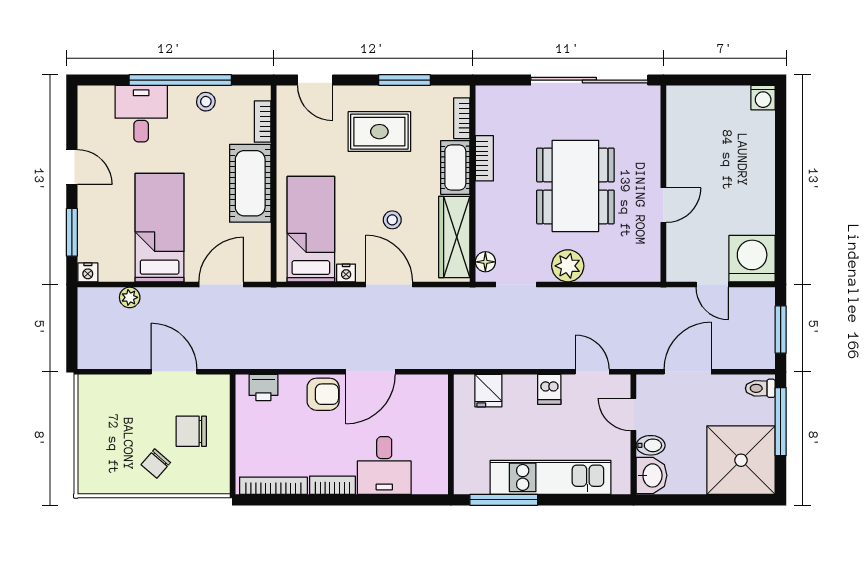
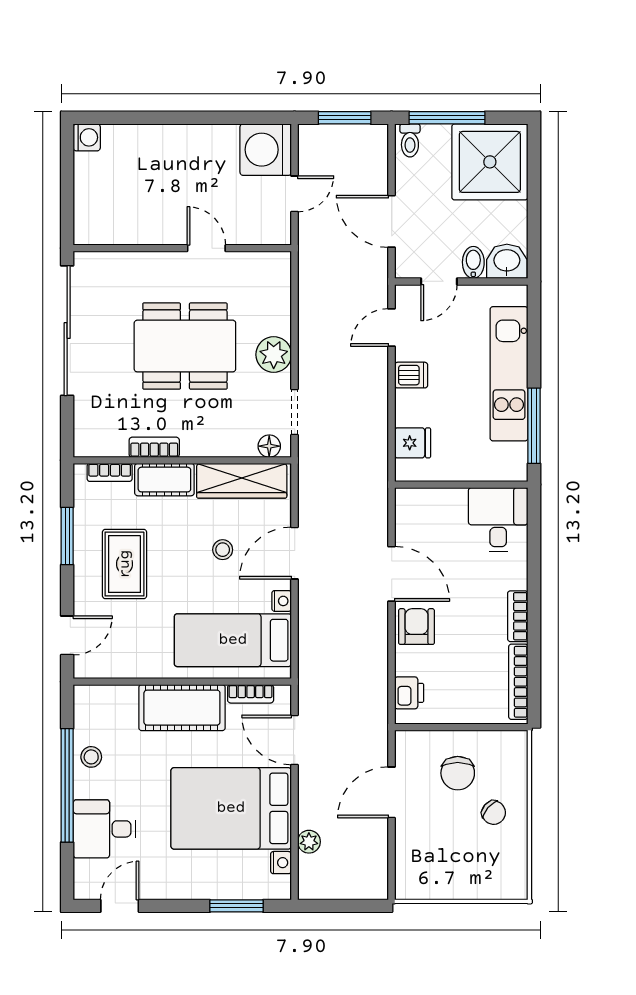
bookcase: (263, 122) -> (251, 694), moved
door: (72, 167) -> (120, 906), moved
bed: (160, 228) -> (231, 808), width x1.50
nightstand: (88, 272) -> (281, 863), moved
desk: (384, 466) -> (498, 520), moved, turned -90

